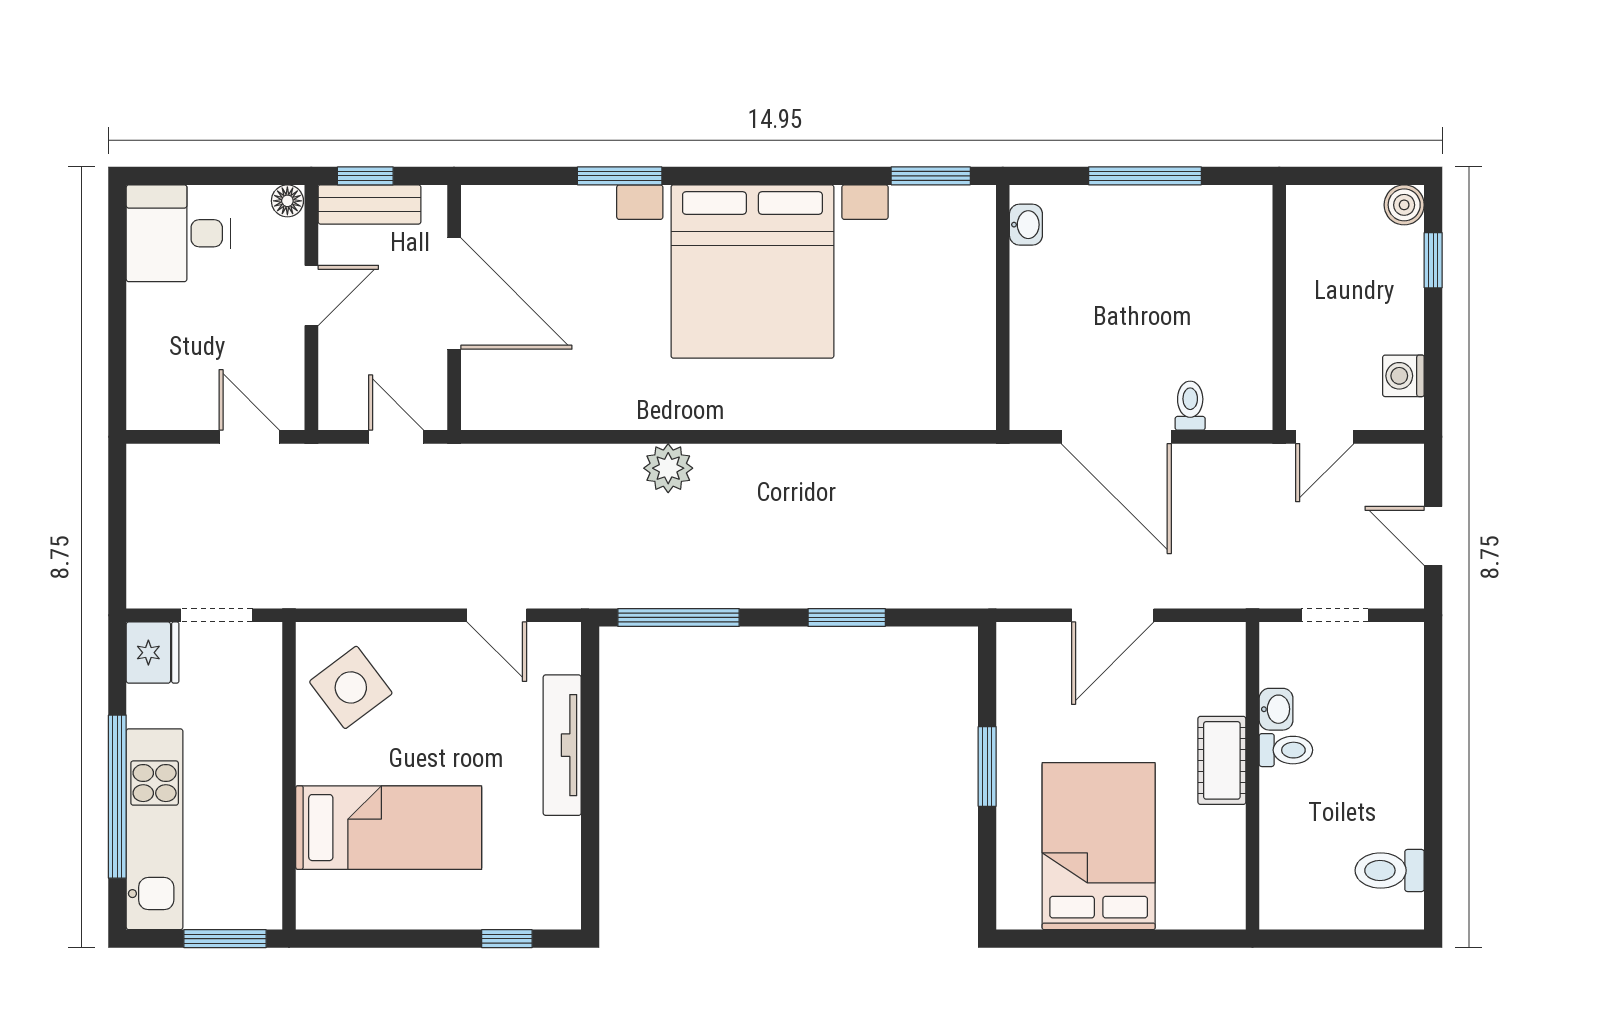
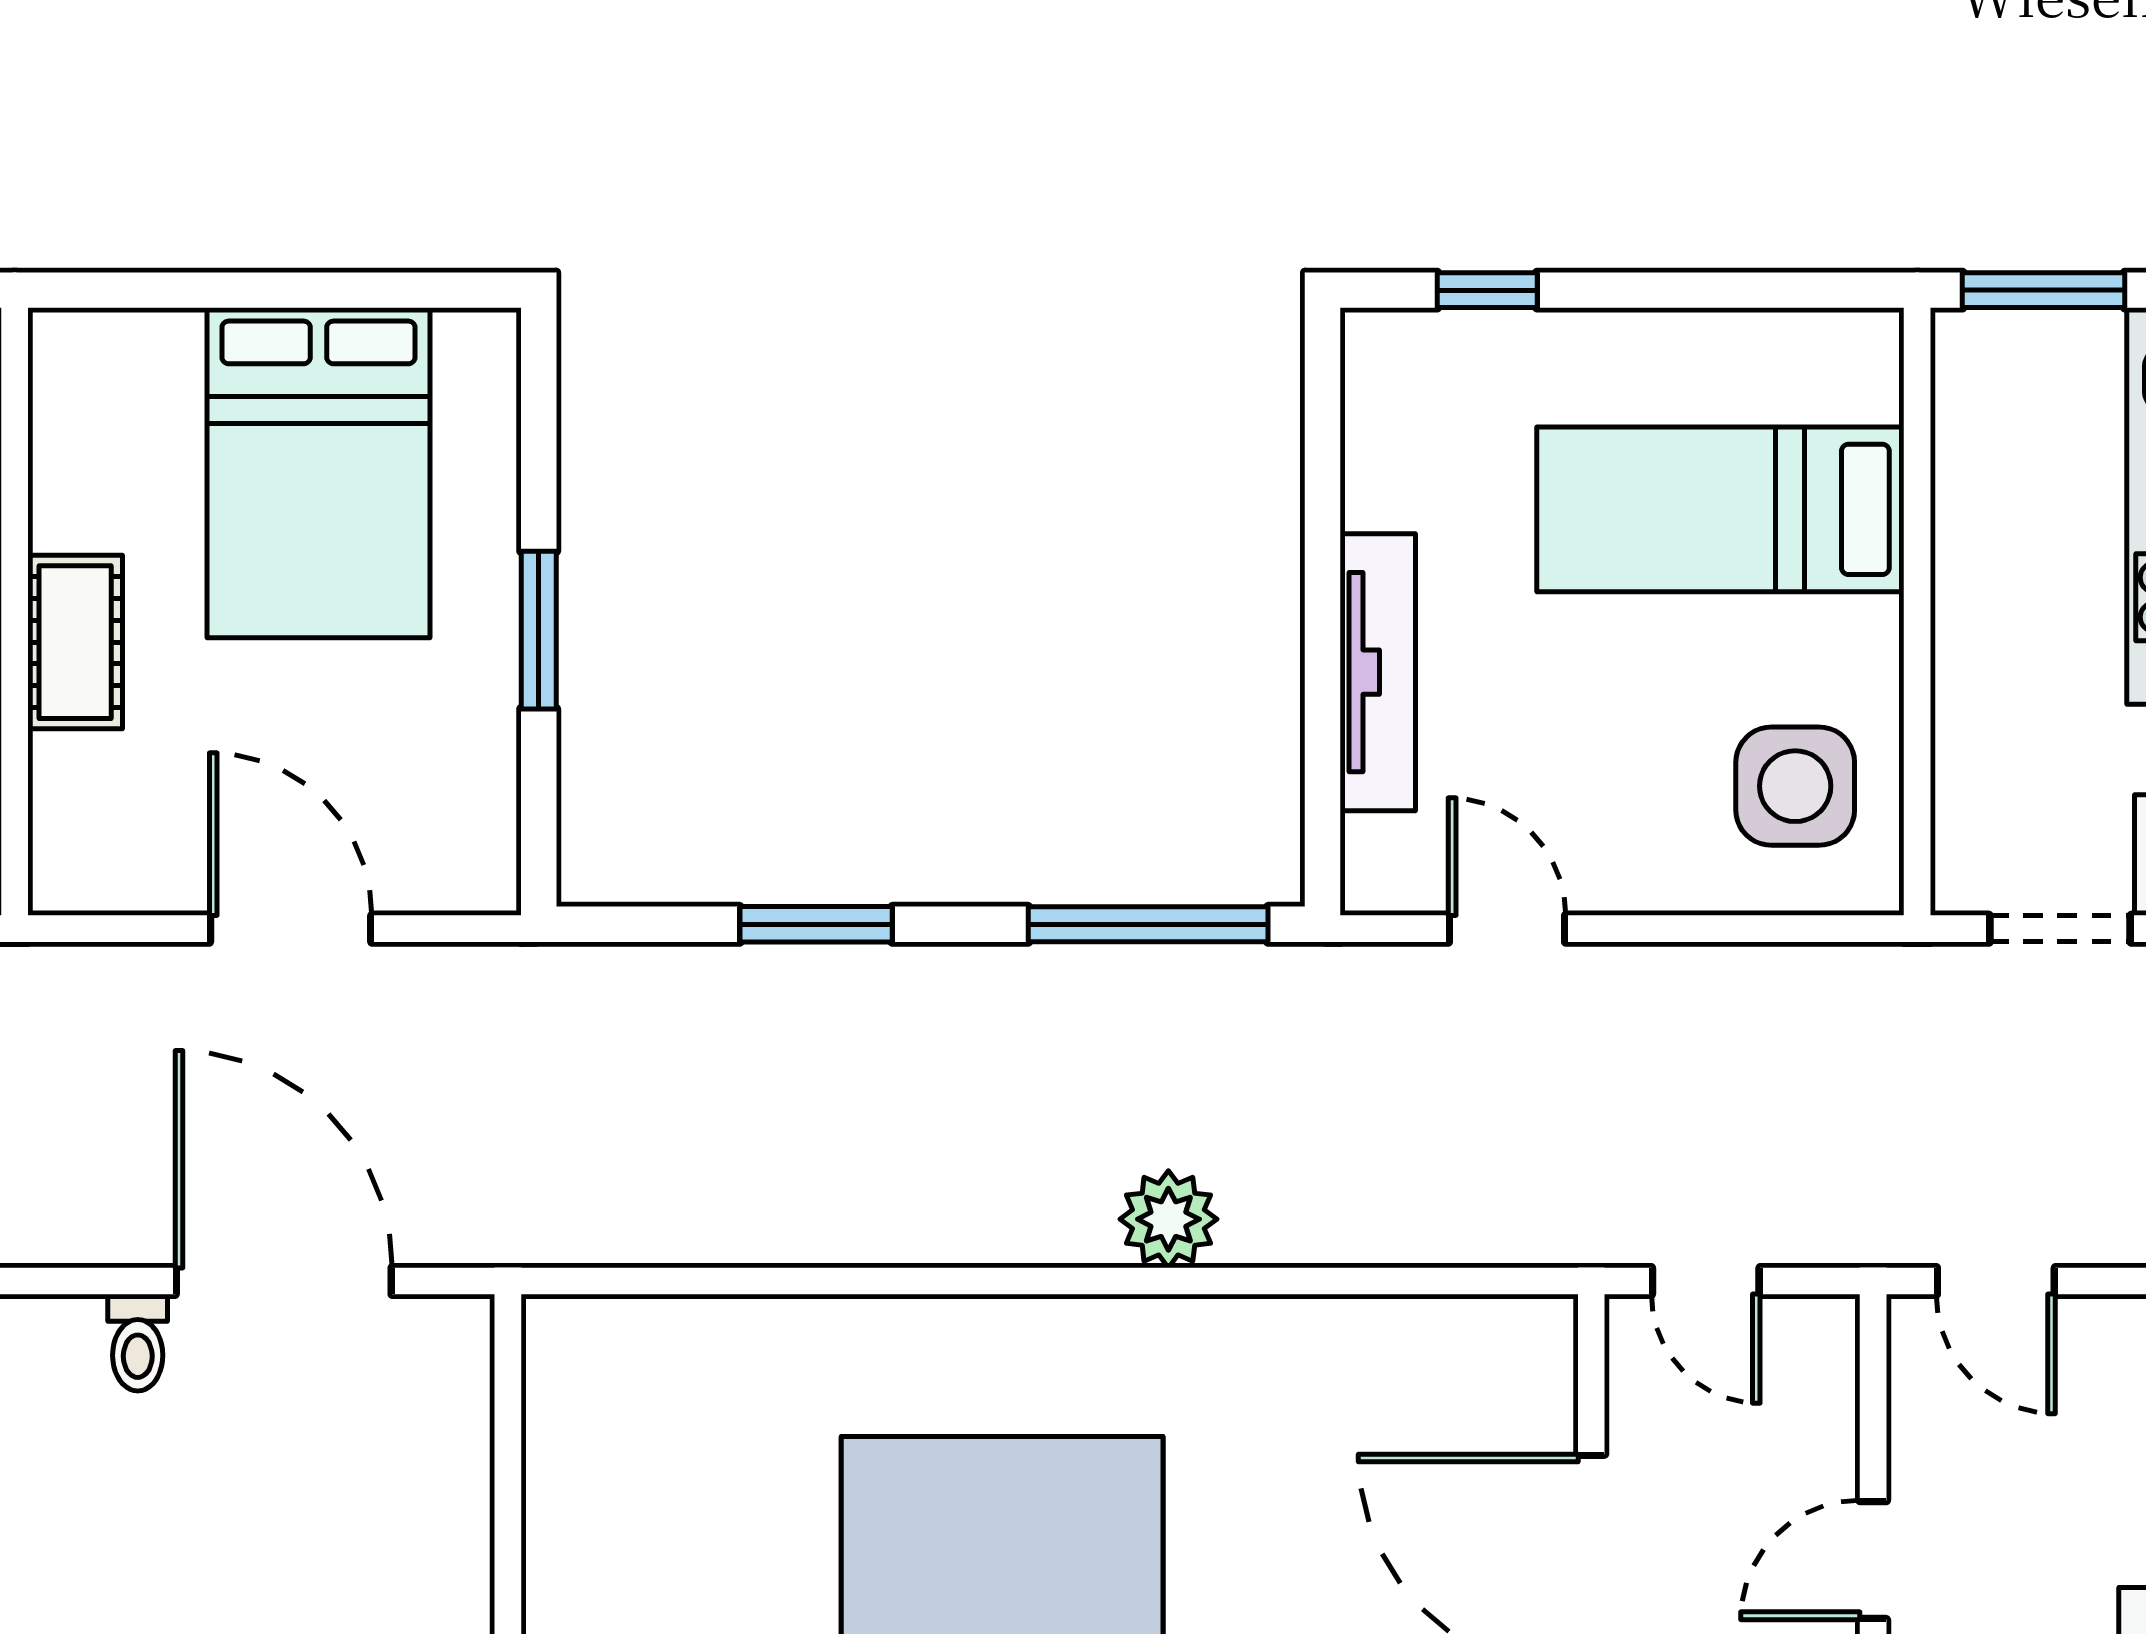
door: (1113, 615) -> (291, 929), hinge flipped
side table: (351, 687) -> (1795, 786), turned 37

